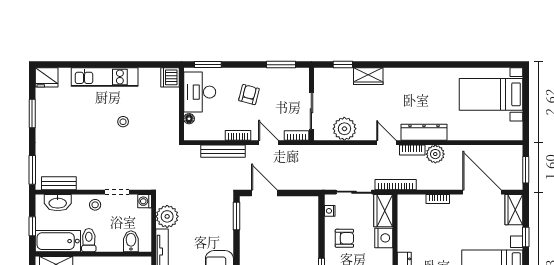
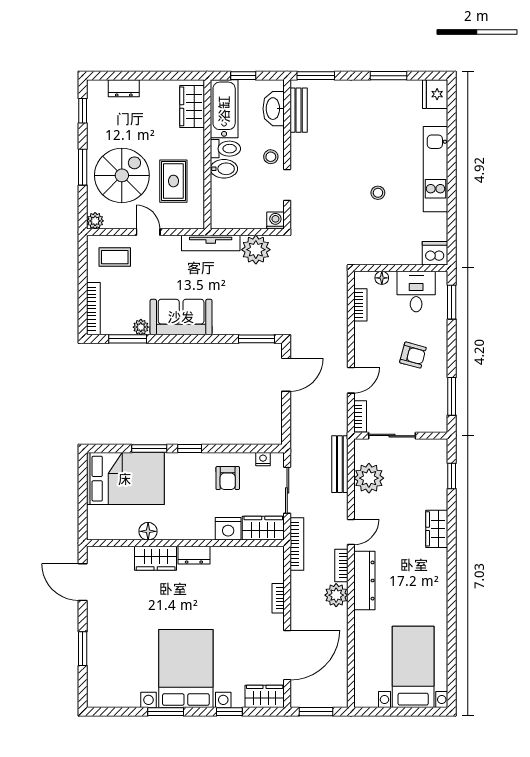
wardrobe: (368, 76) -> (437, 529), moved
desk: (200, 92) -> (416, 292), width x0.73
bookcase: (238, 135) -> (360, 305), moved
bench: (223, 151) -> (340, 464), moved
bidet: (131, 241) -> (224, 169), moved

